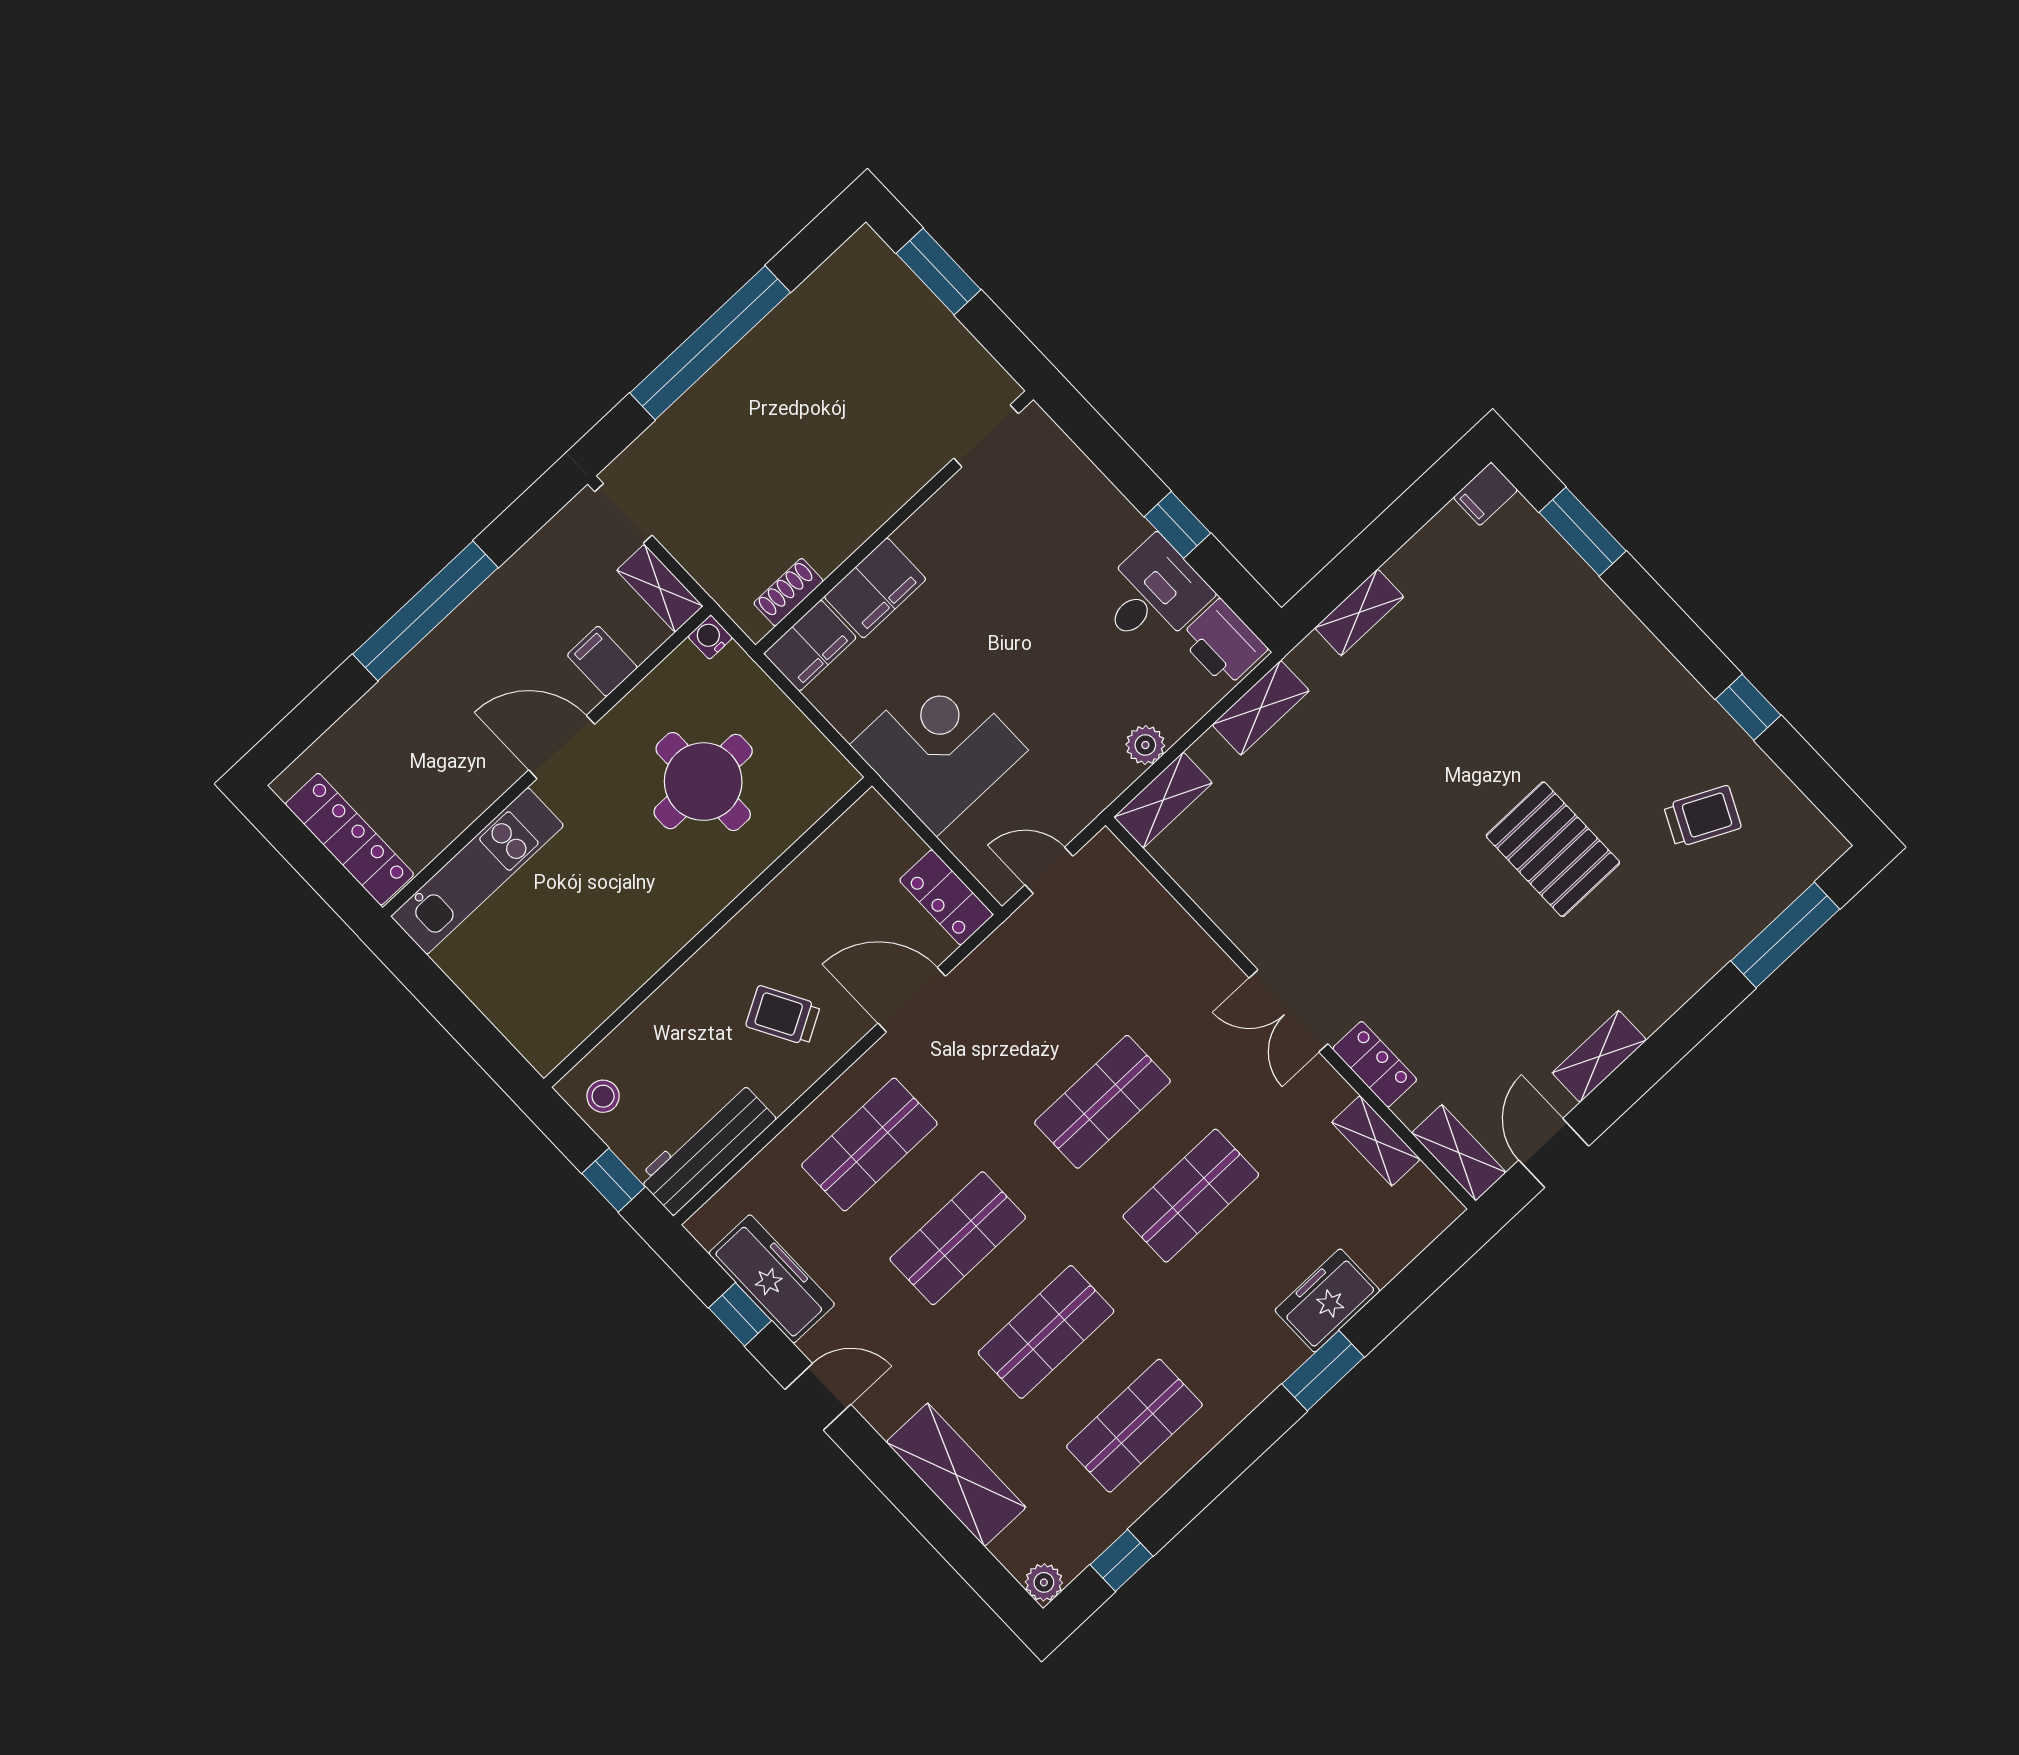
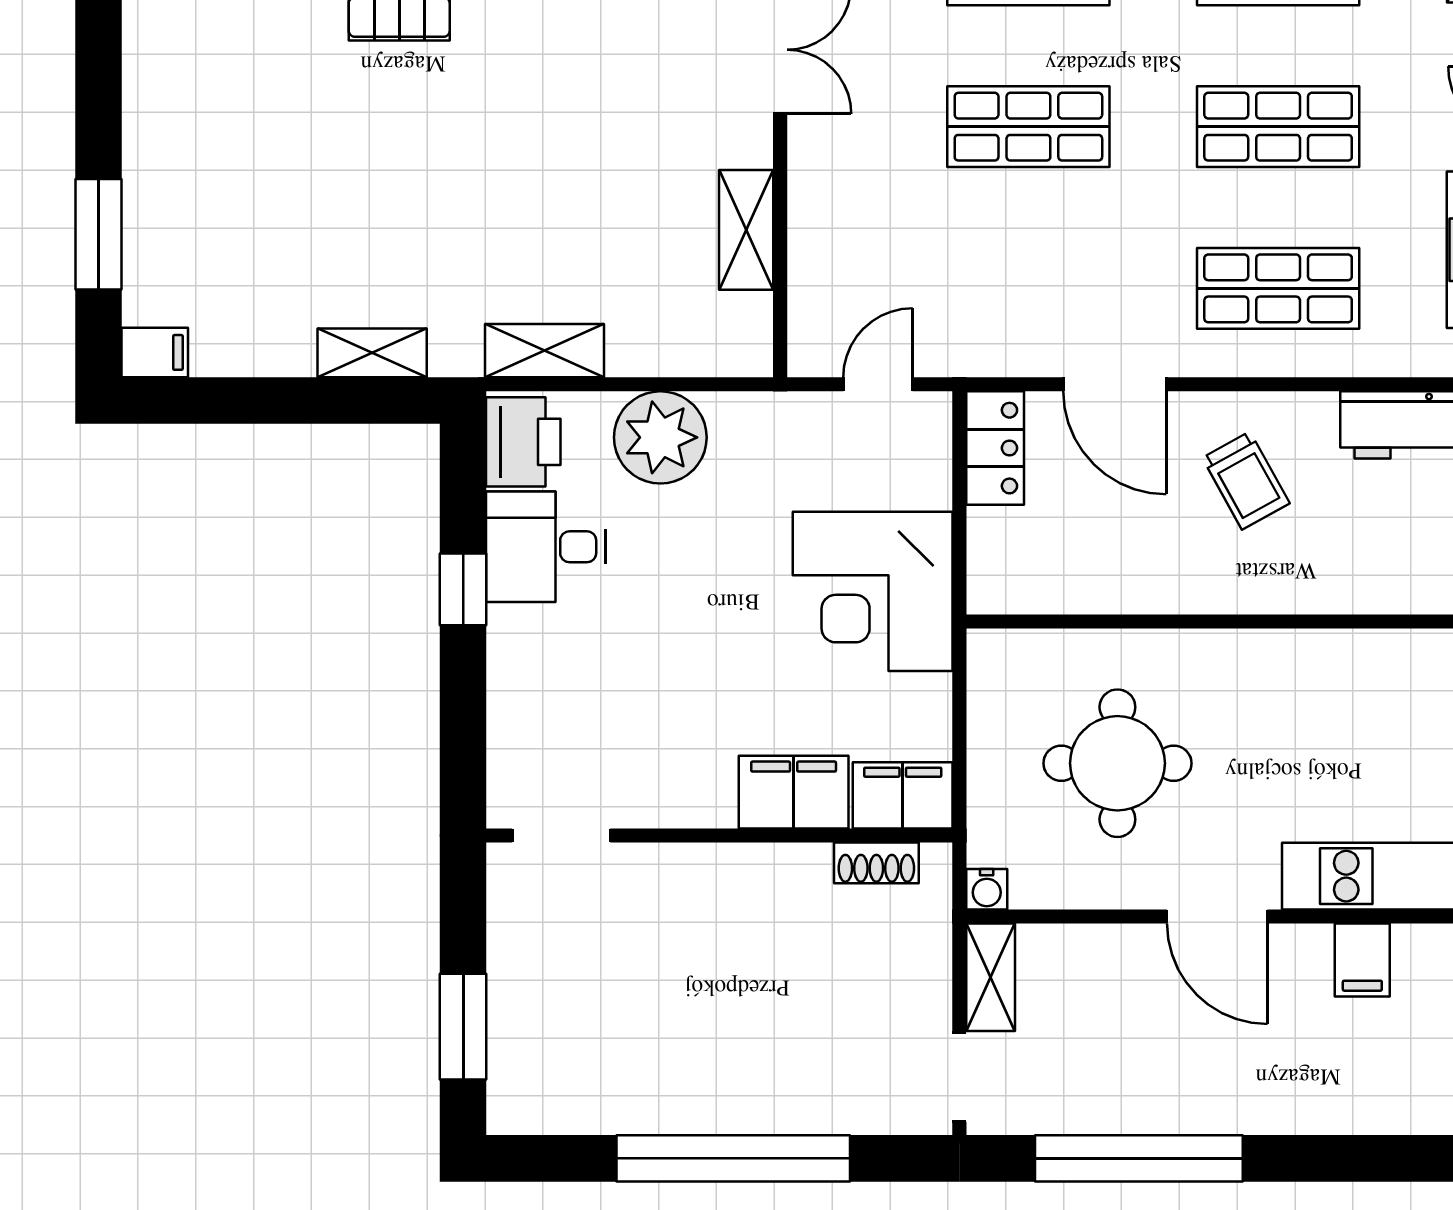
window: (425, 611) -> (1139, 1158), moved
filing cabinet: (602, 661) -> (1362, 960), moved
plant: (1145, 745) -> (660, 437), width x1.87, depth x1.87
shelving: (1163, 800) -> (746, 230), moved, turned 90
door: (1049, 870) -> (878, 384), swing flipped

